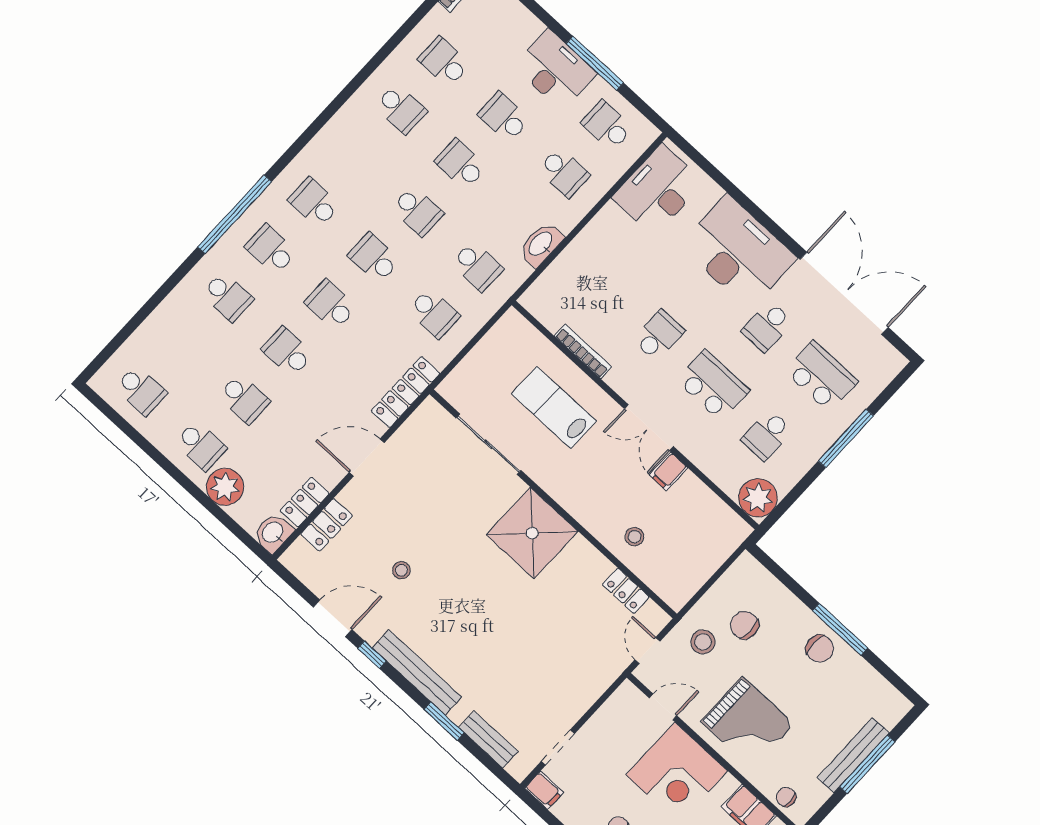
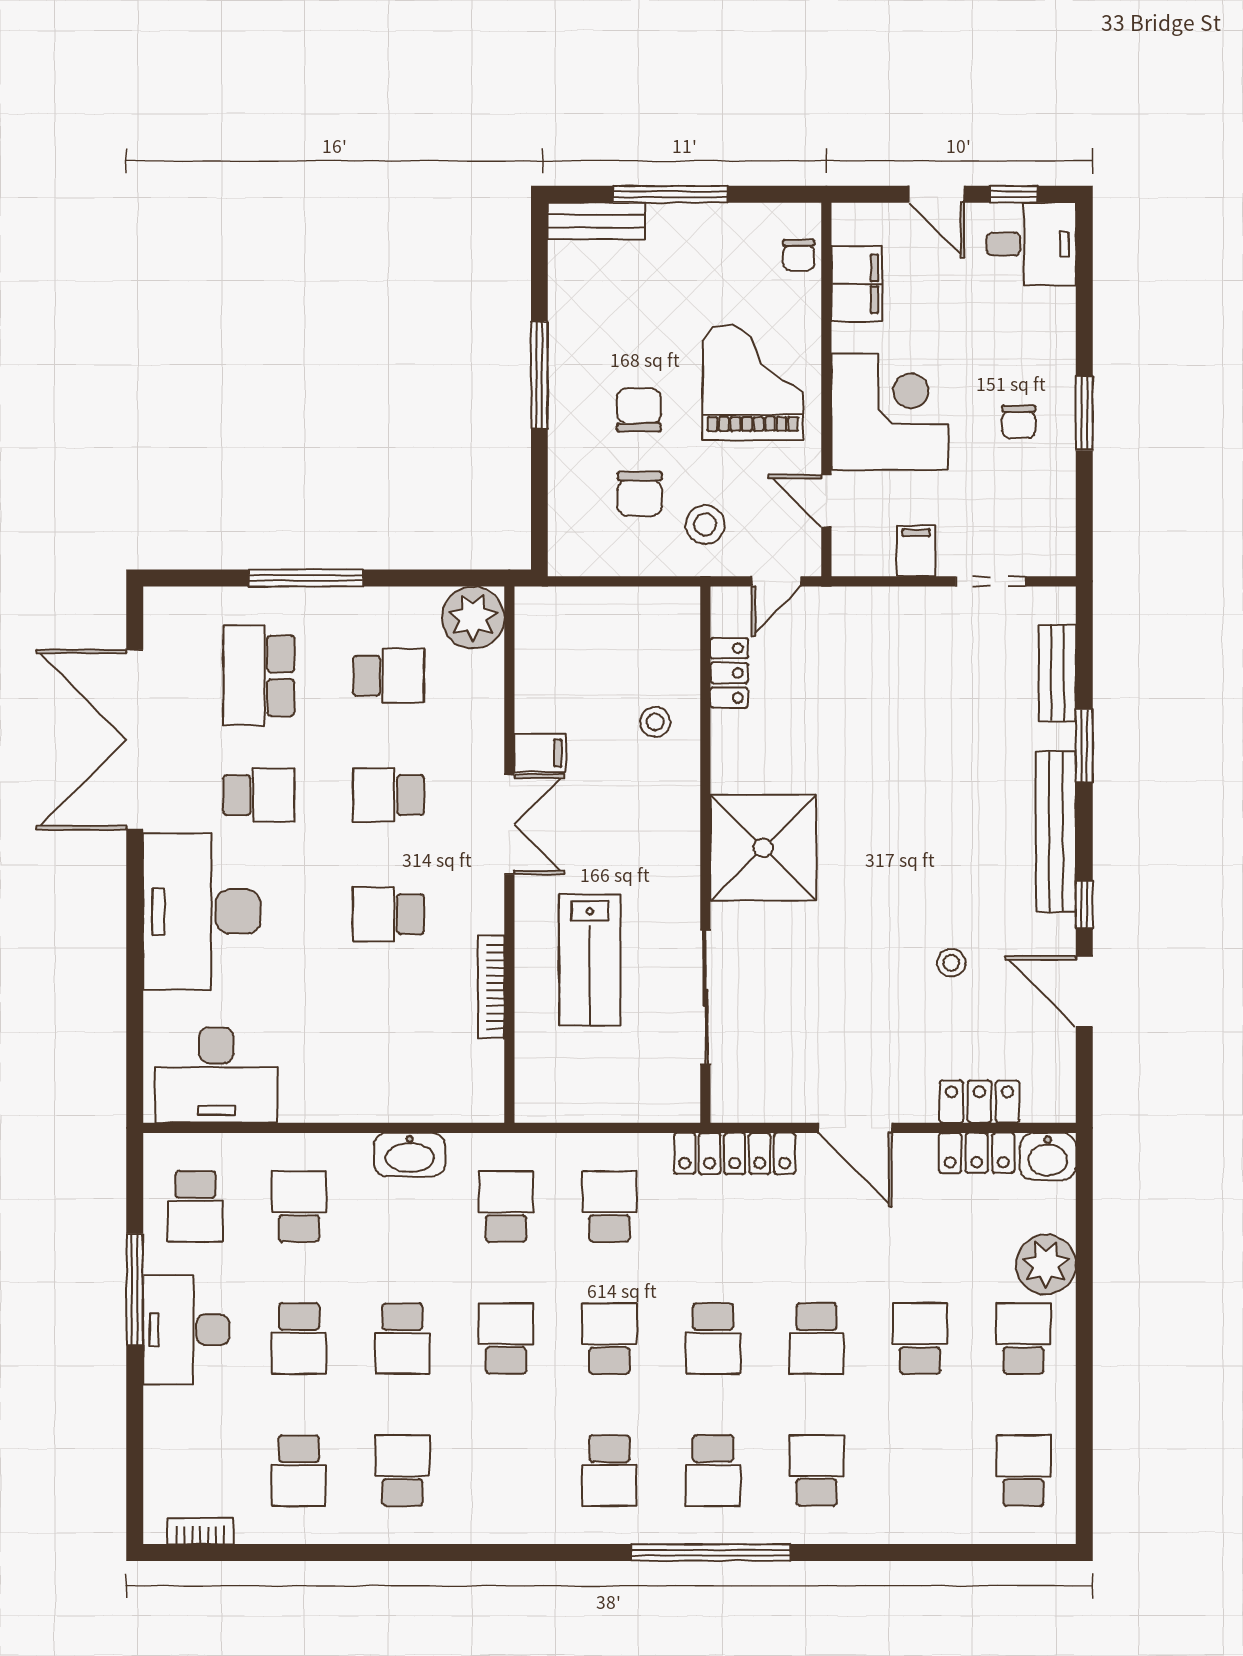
school desk: (374, 258) -> (609, 1339), turned 180
school desk: (713, 385) -> (389, 795), width x0.54
chair: (820, 649) -> (639, 410), moved
bench: (853, 755) -> (596, 221), moved, width x0.73
filing cabinet: (544, 790) -> (916, 551), moved

